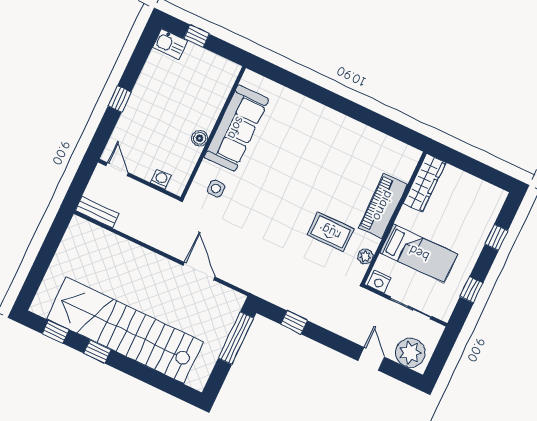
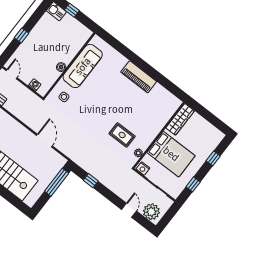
piano: (383, 206) -> (139, 77), moved, turned -90
bed: (419, 253) -> (171, 154), width x1.50

